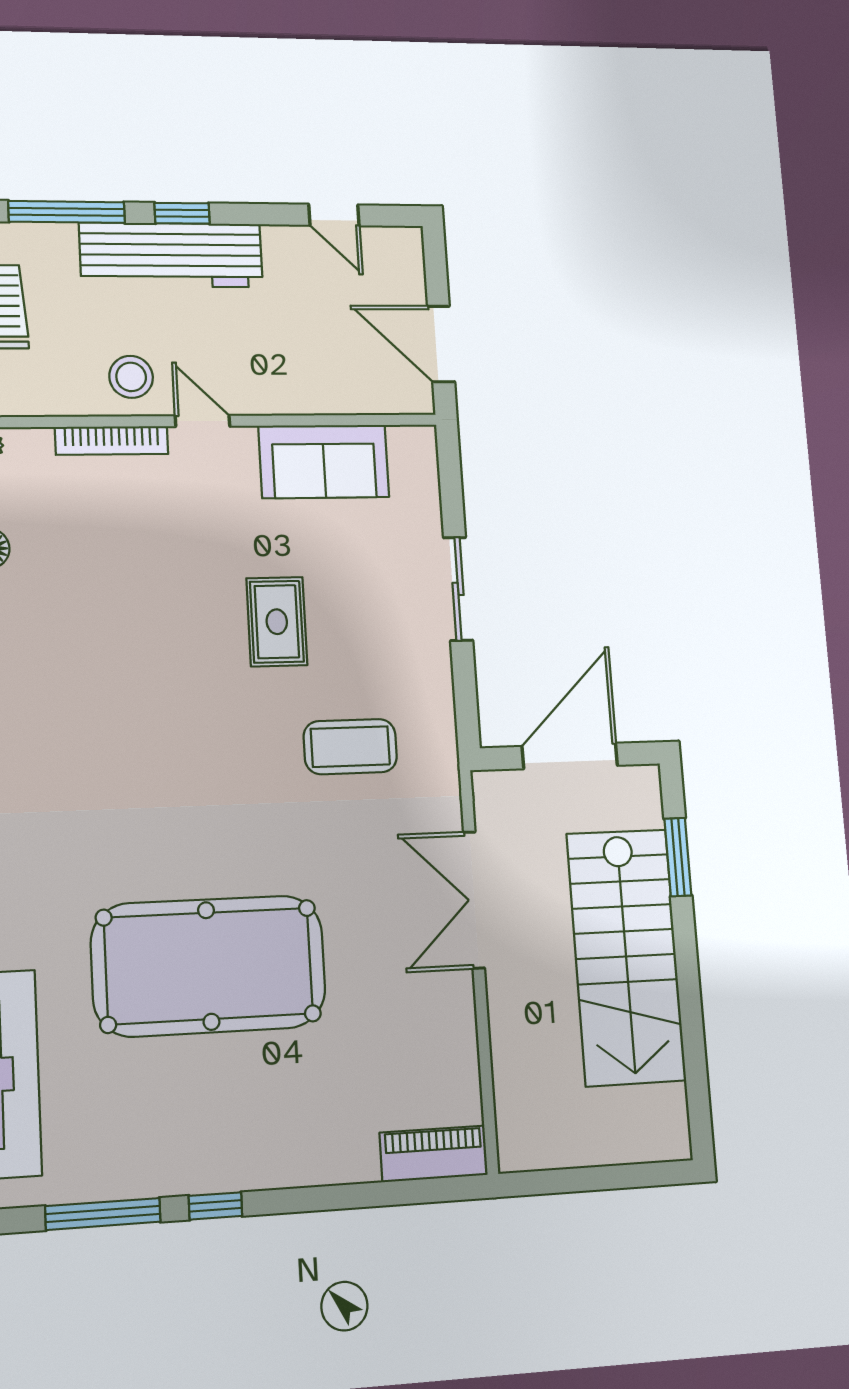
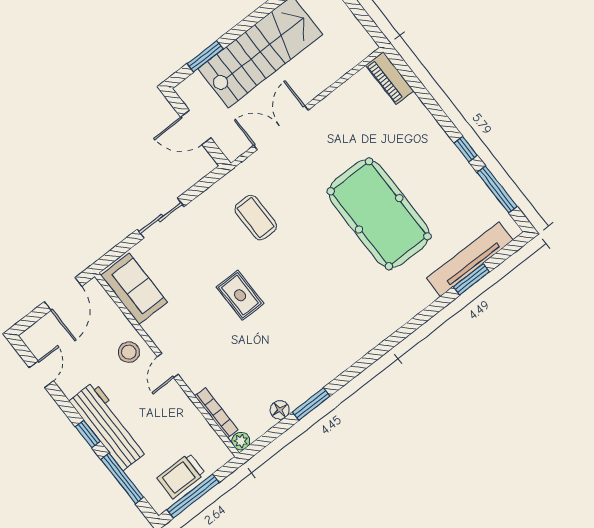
stool: (131, 377) -> (129, 352), moved
bookcase: (112, 441) -> (216, 413), moved
sofa: (324, 461) -> (134, 289), moved
rug: (277, 622) -> (240, 295), moved, turned 90
door: (570, 756) -> (196, 127), width x0.73
double door: (474, 900) -> (281, 128), swing flipped

